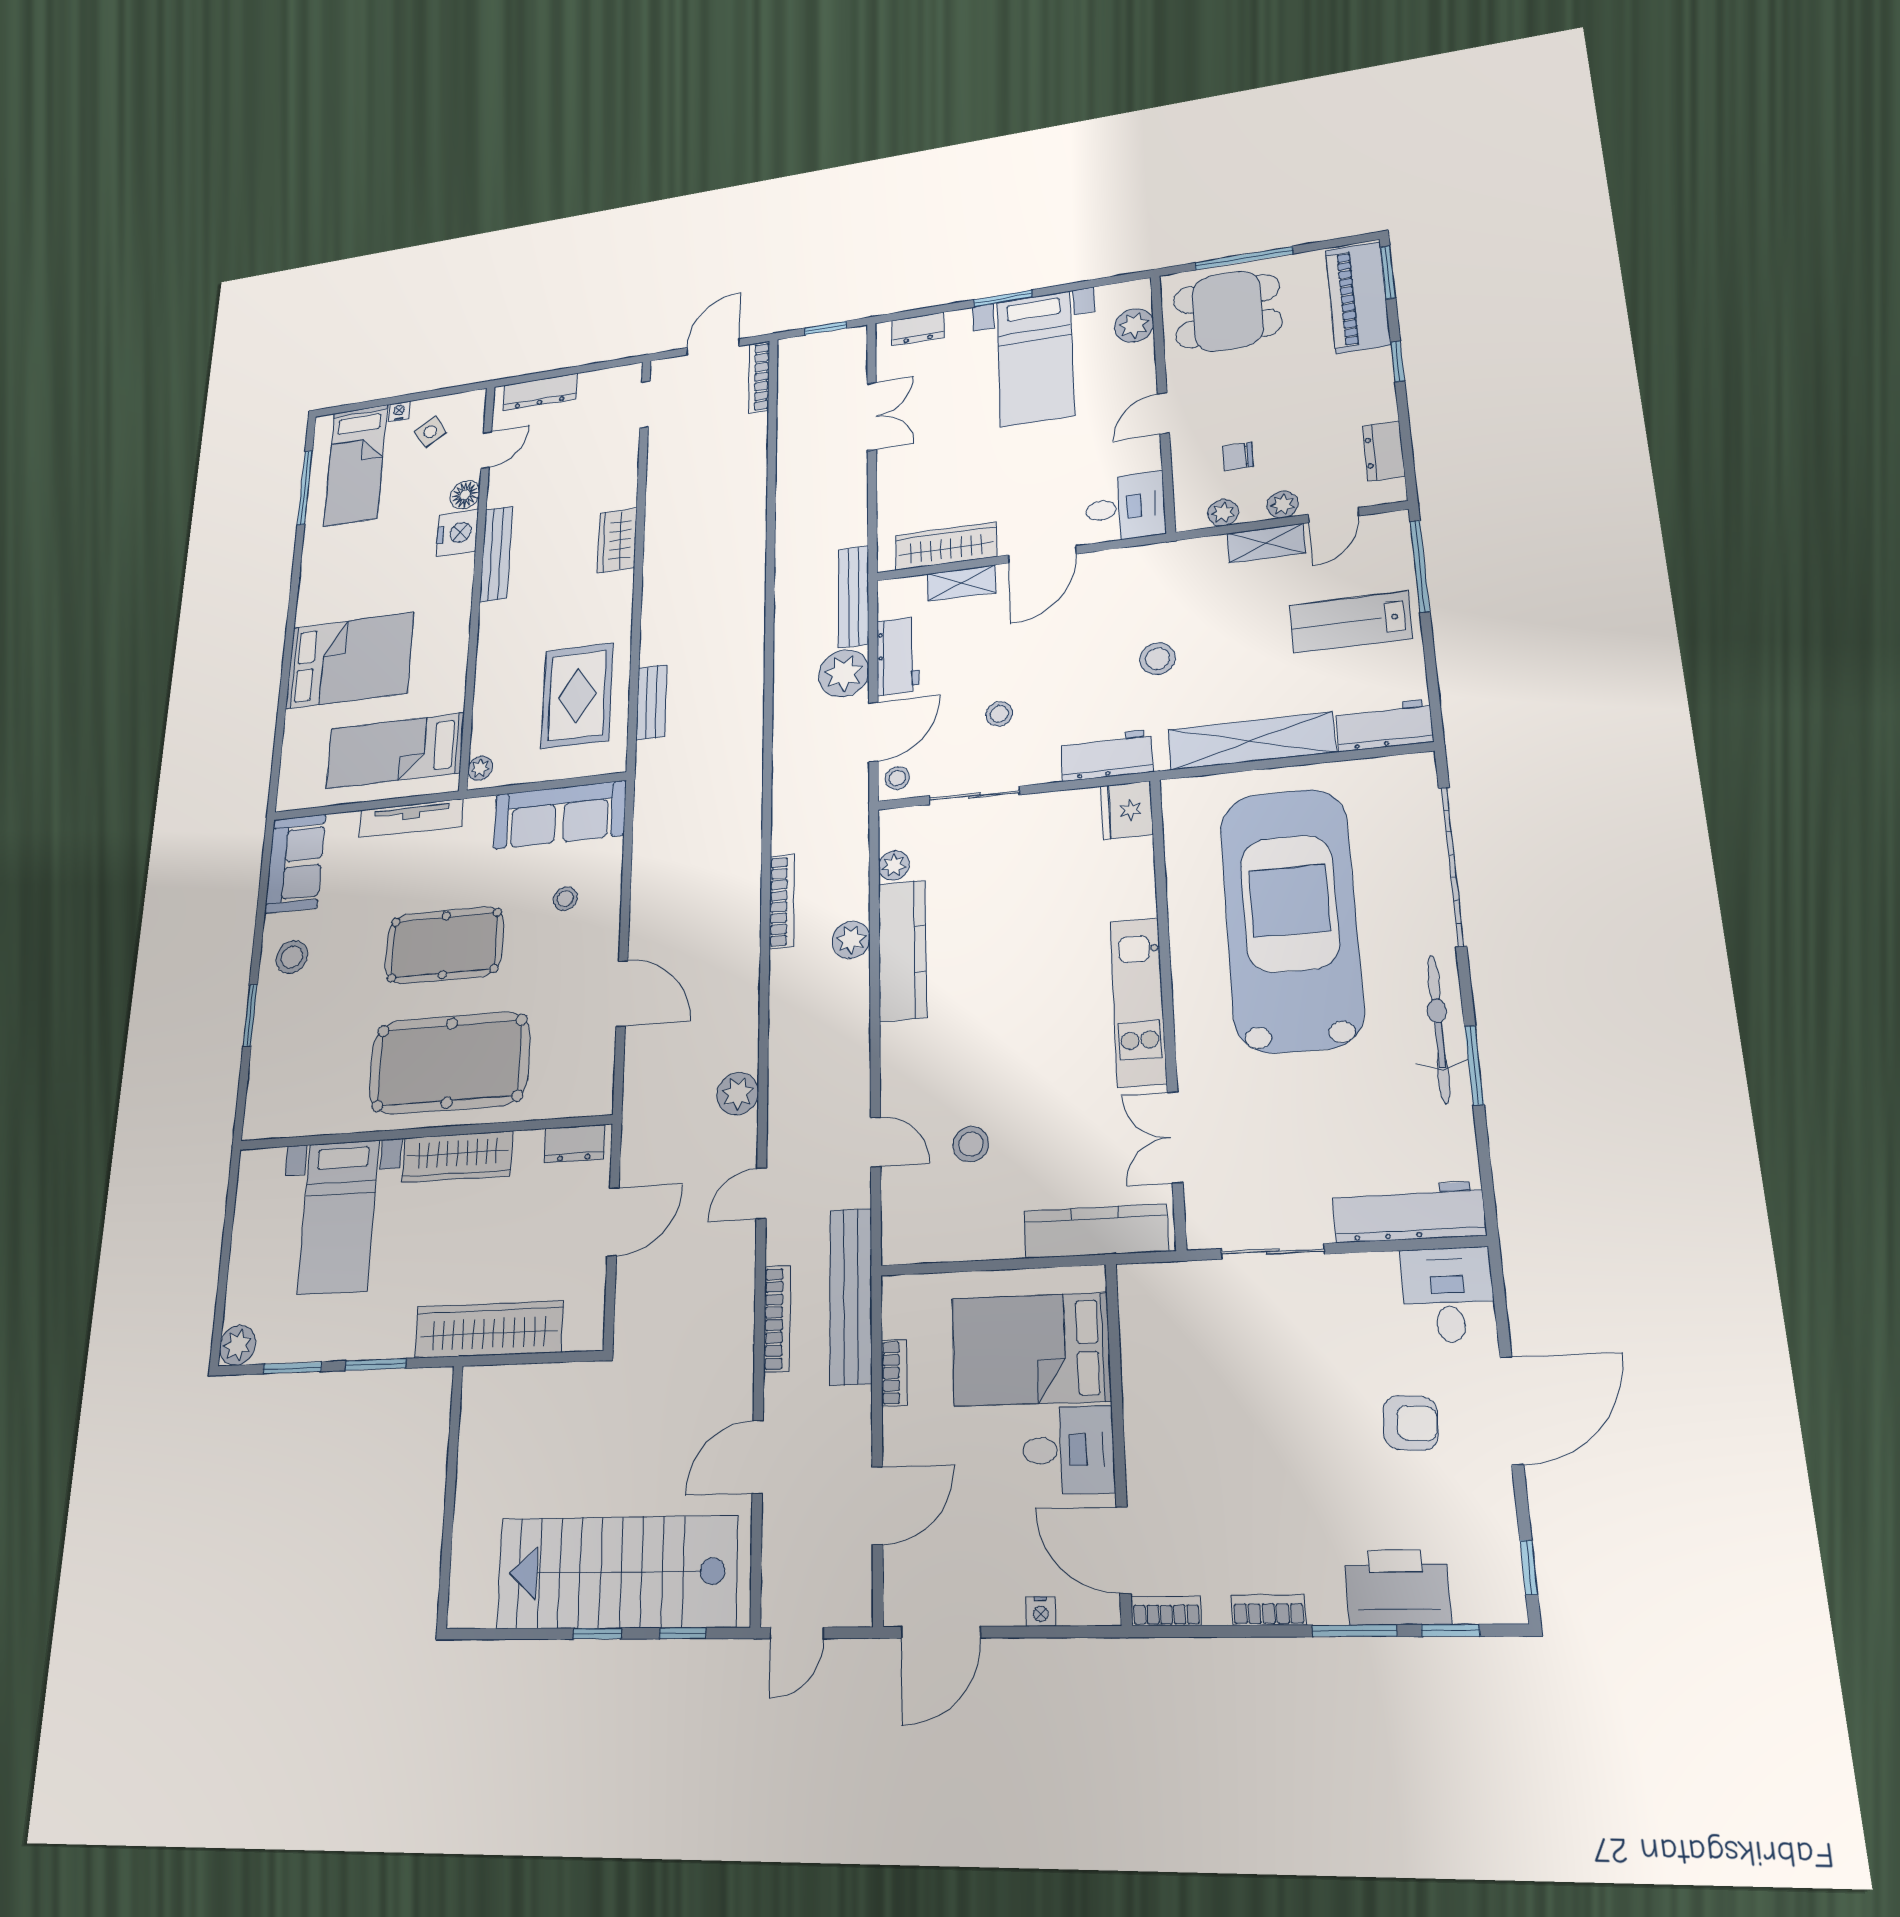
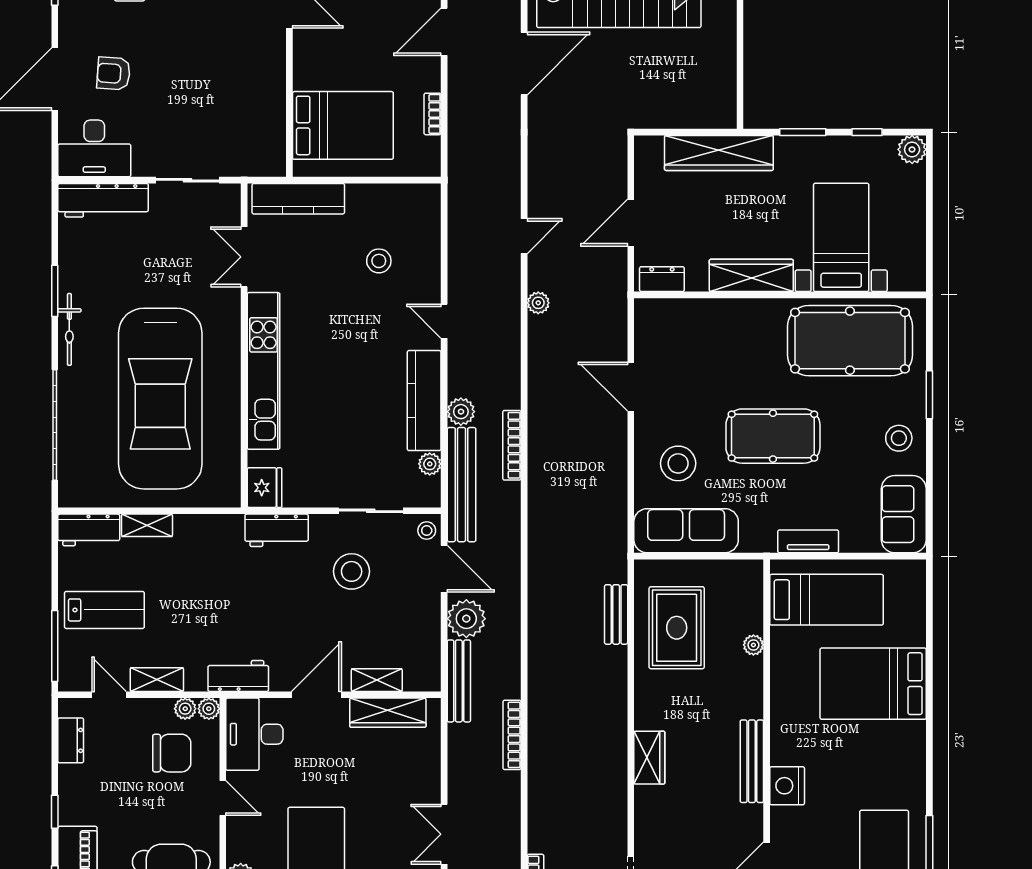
door: (1164, 413) -> (223, 798), hinge flipped
chair: (1238, 456) -> (172, 753), width x1.87, depth x1.87
floor lamp: (465, 495) -> (783, 820), removed
plant: (1282, 505) -> (209, 709), moved
desk: (1125, 507) -> (254, 734), width x1.37
door: (1333, 515) -> (109, 695), hinge flipped
workbench: (898, 656) -> (238, 676), moved, turned 90
stool: (1158, 659) -> (238, 600), removed
stool: (999, 714) -> (352, 571), width x1.89, depth x1.89
door: (873, 732) -> (444, 569), swing flipped
shelving: (1251, 741) -> (147, 525), width x0.45, depth x0.75
plant: (480, 768) -> (753, 645), moved
tv unit: (411, 818) -> (808, 541), width x0.71
stool: (565, 899) -> (678, 463), width x1.89, depth x1.89
kitchen unit: (1138, 1002) -> (264, 371), width x1.36
bicycle: (1439, 1029) -> (69, 329), width x0.73, depth x0.71
pool table: (449, 1063) -> (850, 341), moved
plant: (738, 1094) -> (538, 303), width x0.73, depth x0.73
double door: (1175, 1137) -> (244, 257), swing flipped
door: (876, 1142) -> (444, 321), moved
desk: (1448, 1295) -> (94, 148), width x1.37
bench: (851, 1296) -> (461, 485), moved
bookcase: (777, 1319) -> (512, 735), moved
window: (292, 1368) -> (867, 132), width x0.67
desk: (1068, 1450) -> (321, 63), removed
door: (758, 1457) -> (524, 64), width x1.36

